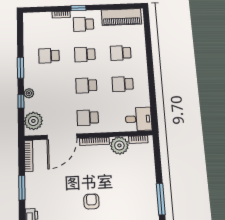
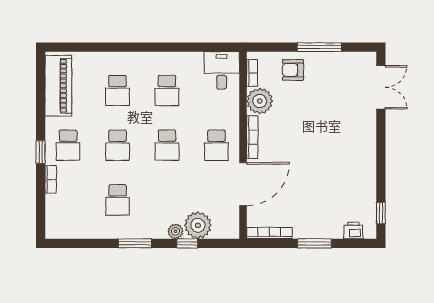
plant: (33, 121) -> (198, 225), moved
door: (62, 137) -> (243, 184), hinge flipped
window: (161, 199) -> (319, 47), moved
armchair: (91, 201) -> (293, 70), moved

